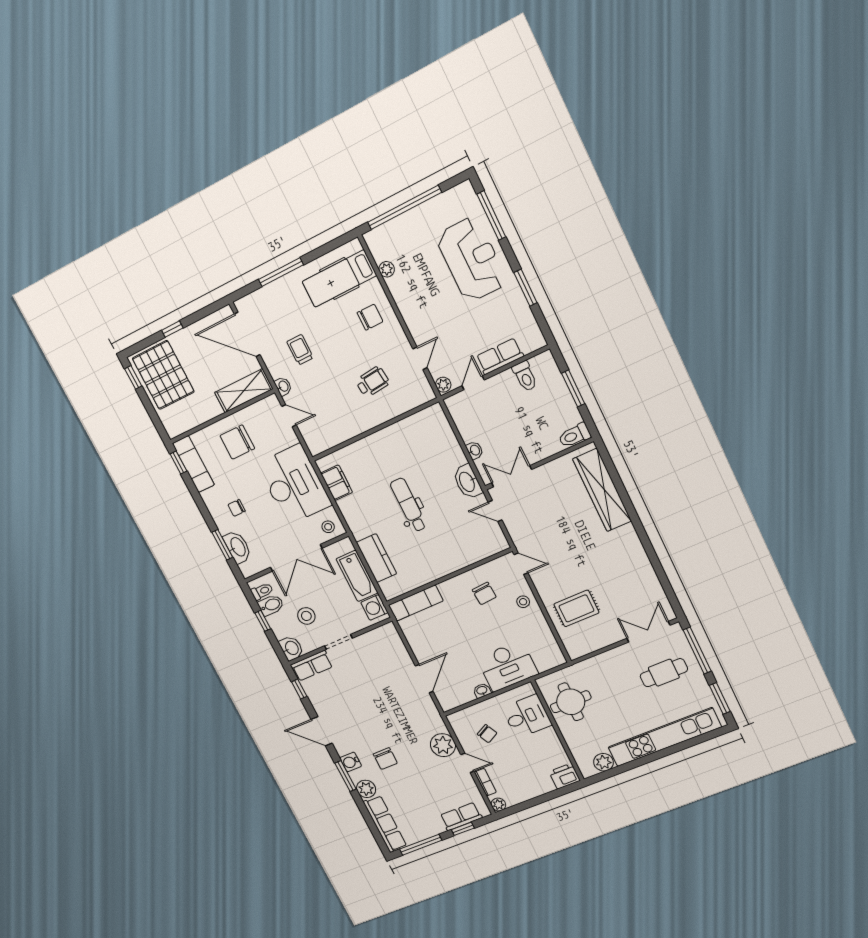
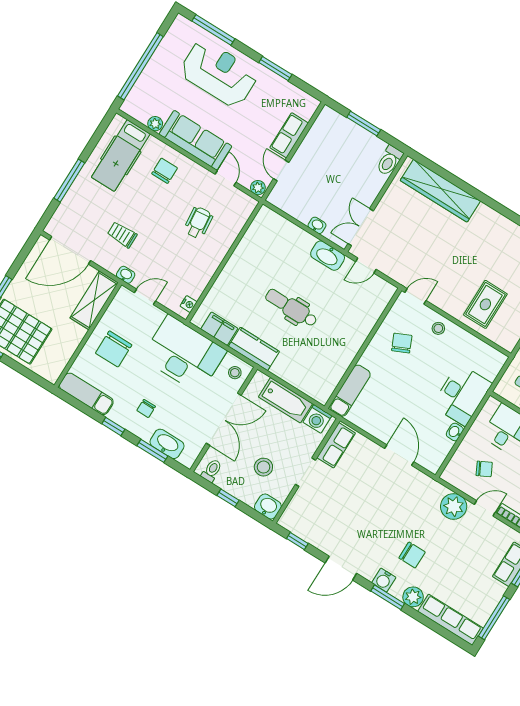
sofa: (414, 307) -> (195, 140), added
toilet: (525, 376) -> (319, 138), removed
nightstand: (323, 446) -> (189, 304), added
window: (178, 462) -> (113, 426), moved
kitchen counter: (376, 558) -> (254, 349), moved
chair: (484, 593) -> (402, 343), turned -110
bidet: (271, 605) -> (227, 478), removed
row of seats: (312, 666) -> (336, 445), moved

